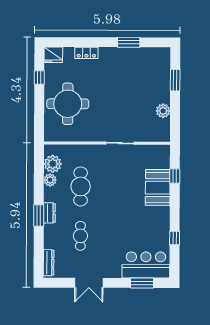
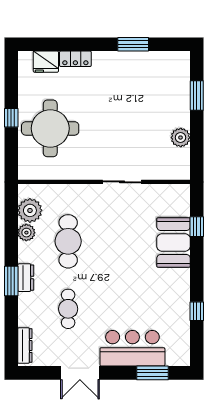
fridge: (53, 55) -> (46, 62), moved
window: (39, 78) -> (11, 118), moved
bar counter: (146, 265) -> (132, 348), moved

